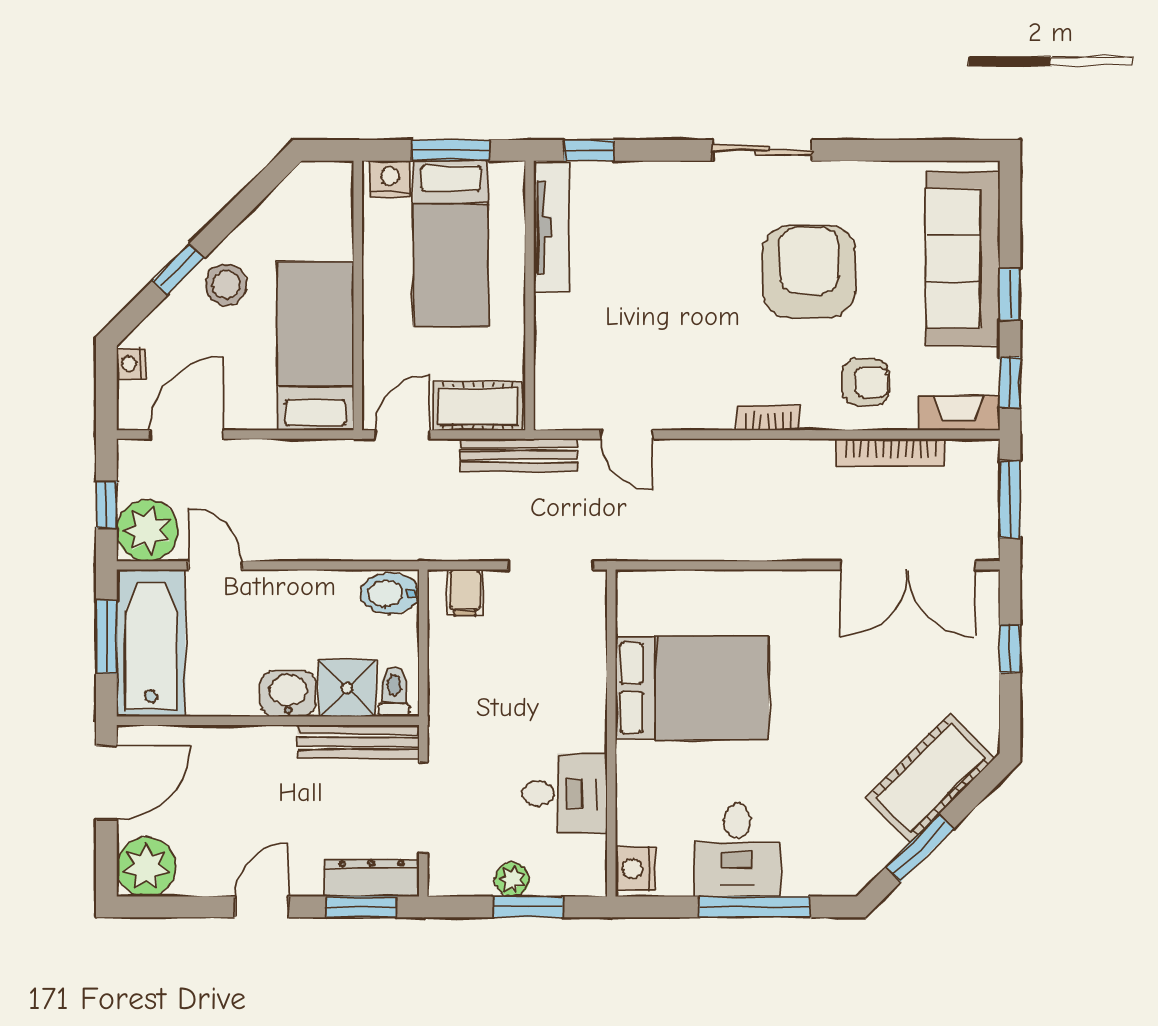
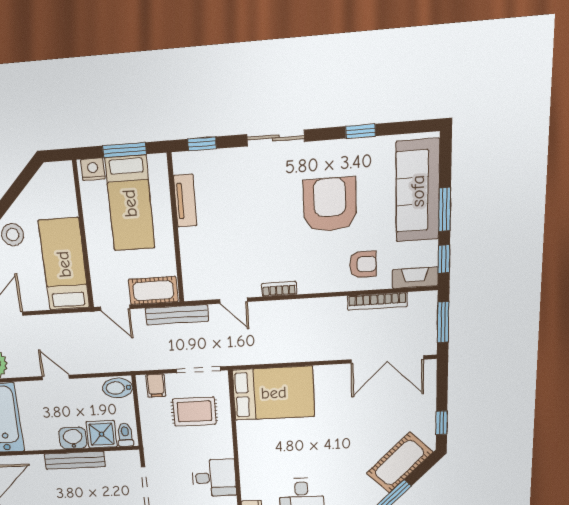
sliding door: (762, 150) -> (276, 138), moved
window: (865, 150) -> (361, 131), added
tv unit: (551, 227) -> (185, 201), width x0.71
window: (1010, 294) -> (445, 209), width x1.50
bookcase: (768, 418) -> (279, 289), moved
door: (402, 434) -> (115, 308), swing flipped
door: (215, 565) -> (56, 377), moved
window: (1010, 649) -> (442, 423), moved
rug: (536, 650) -> (194, 411), added
bed: (692, 688) -> (274, 393), moved
bench: (358, 742) -> (75, 460), moved

